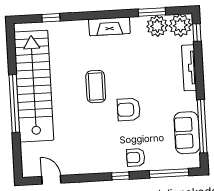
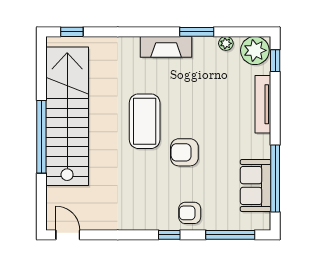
window: (152, 12) -> (197, 32), moved
window: (51, 18) -> (72, 32), moved
plant: (157, 26) -> (226, 43), width x0.53, depth x0.53
coffee table: (96, 87) -> (145, 121), width x1.36, depth x1.32
door: (51, 180) -> (68, 235), moved

